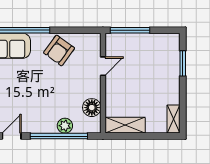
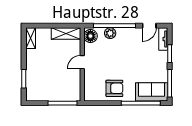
armchair: (59, 50) -> (114, 88), turned 54
door: (103, 66) -> (82, 62), moved
floor lamp: (92, 108) -> (90, 36), moved

